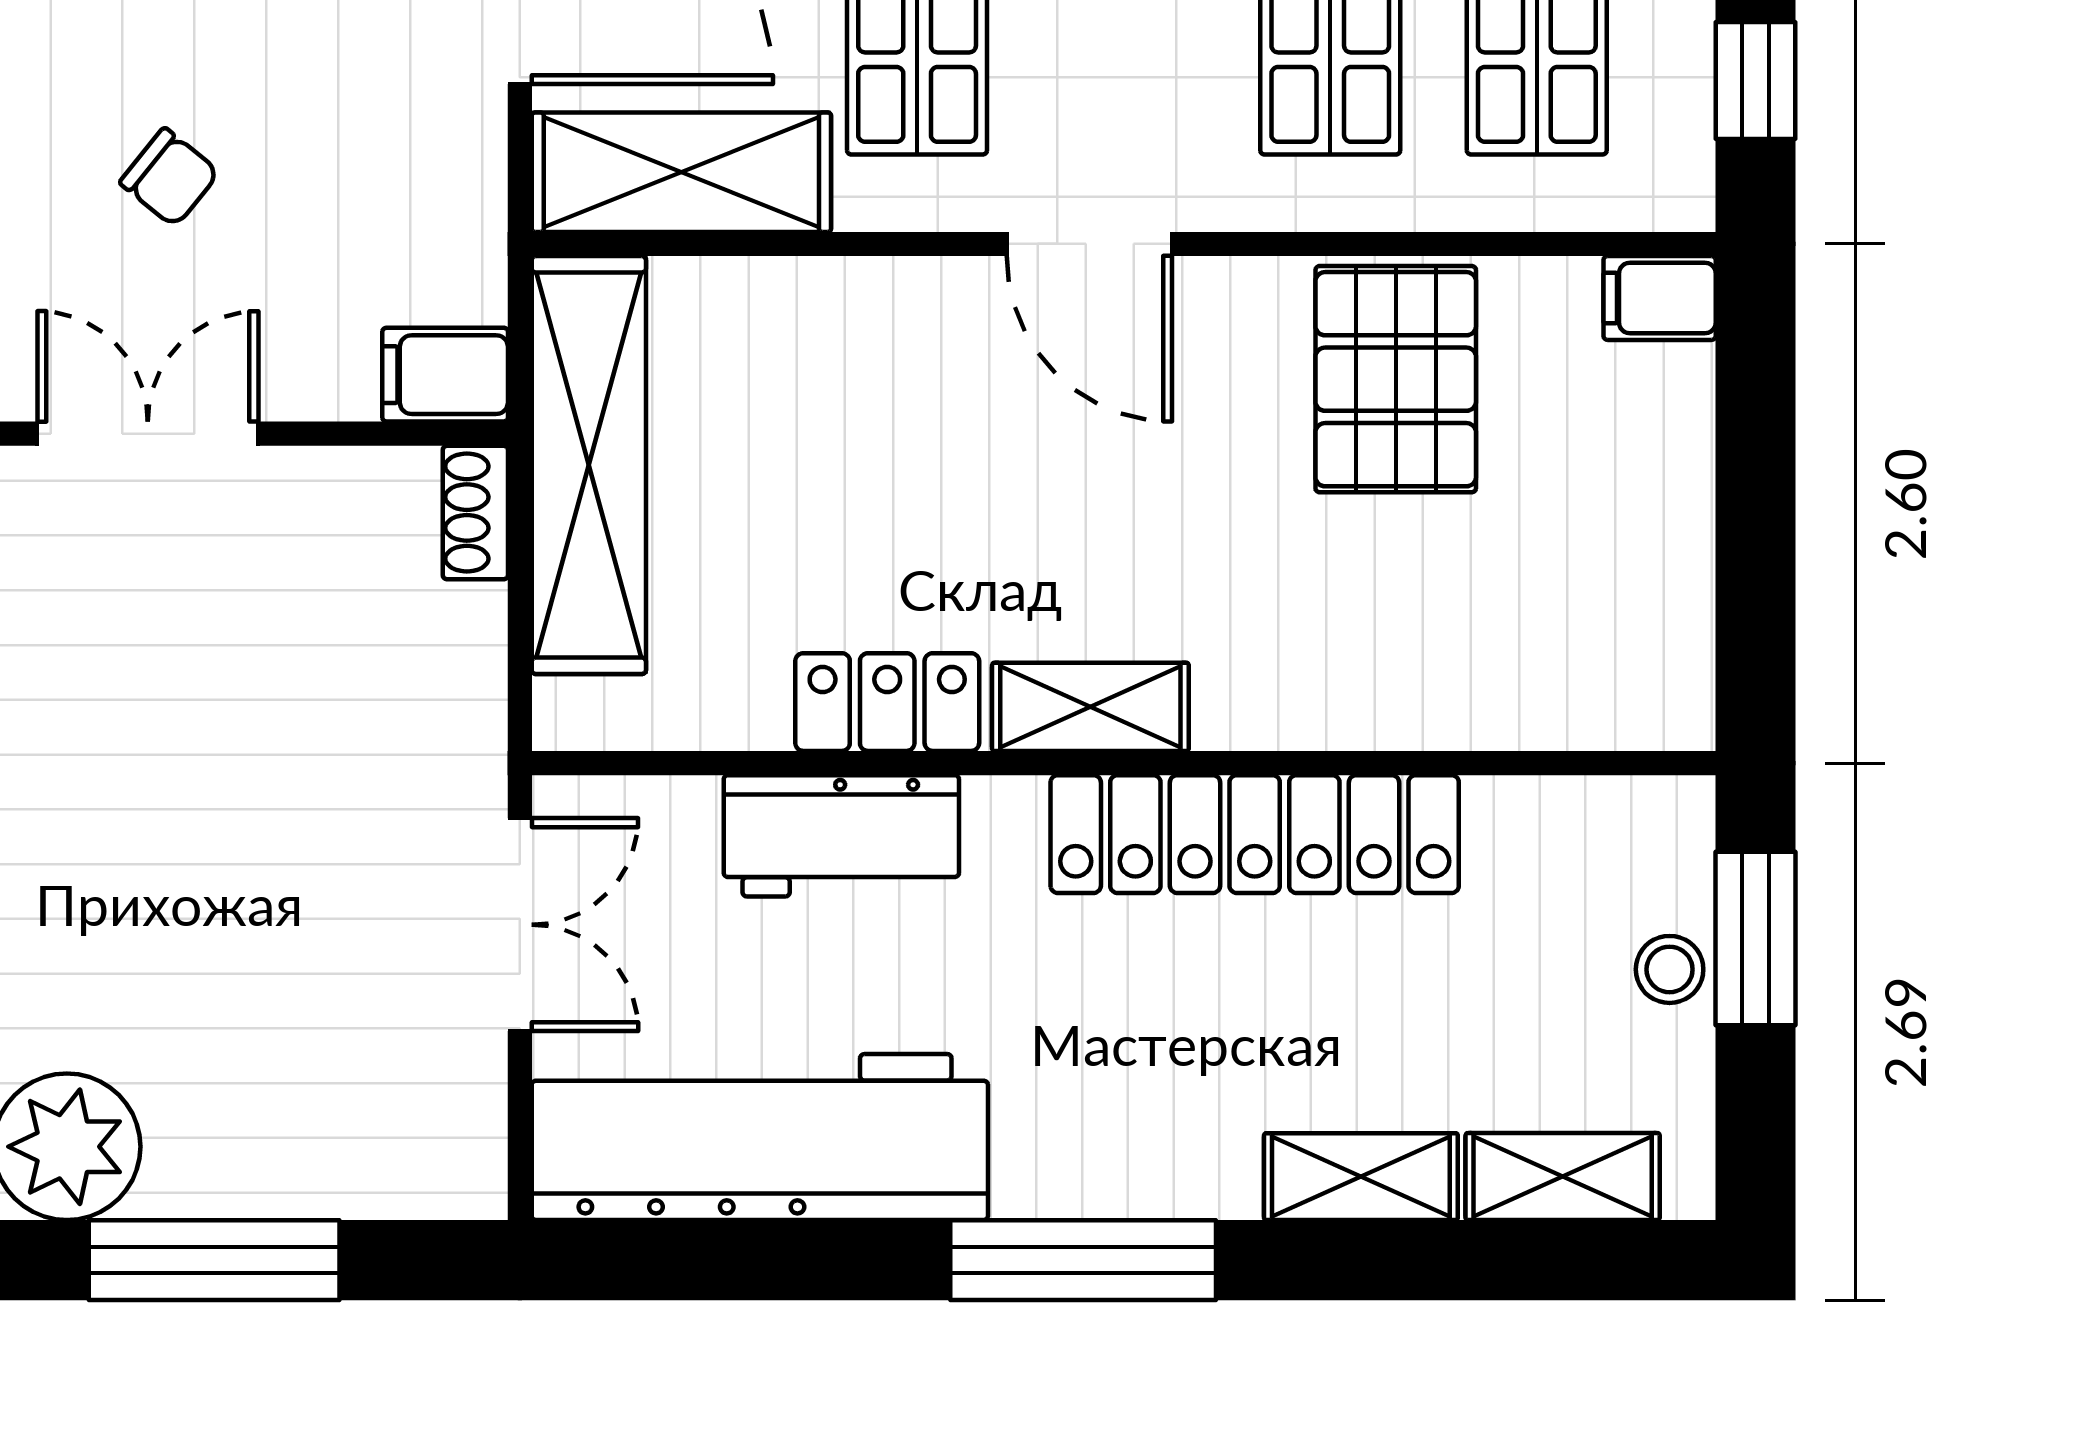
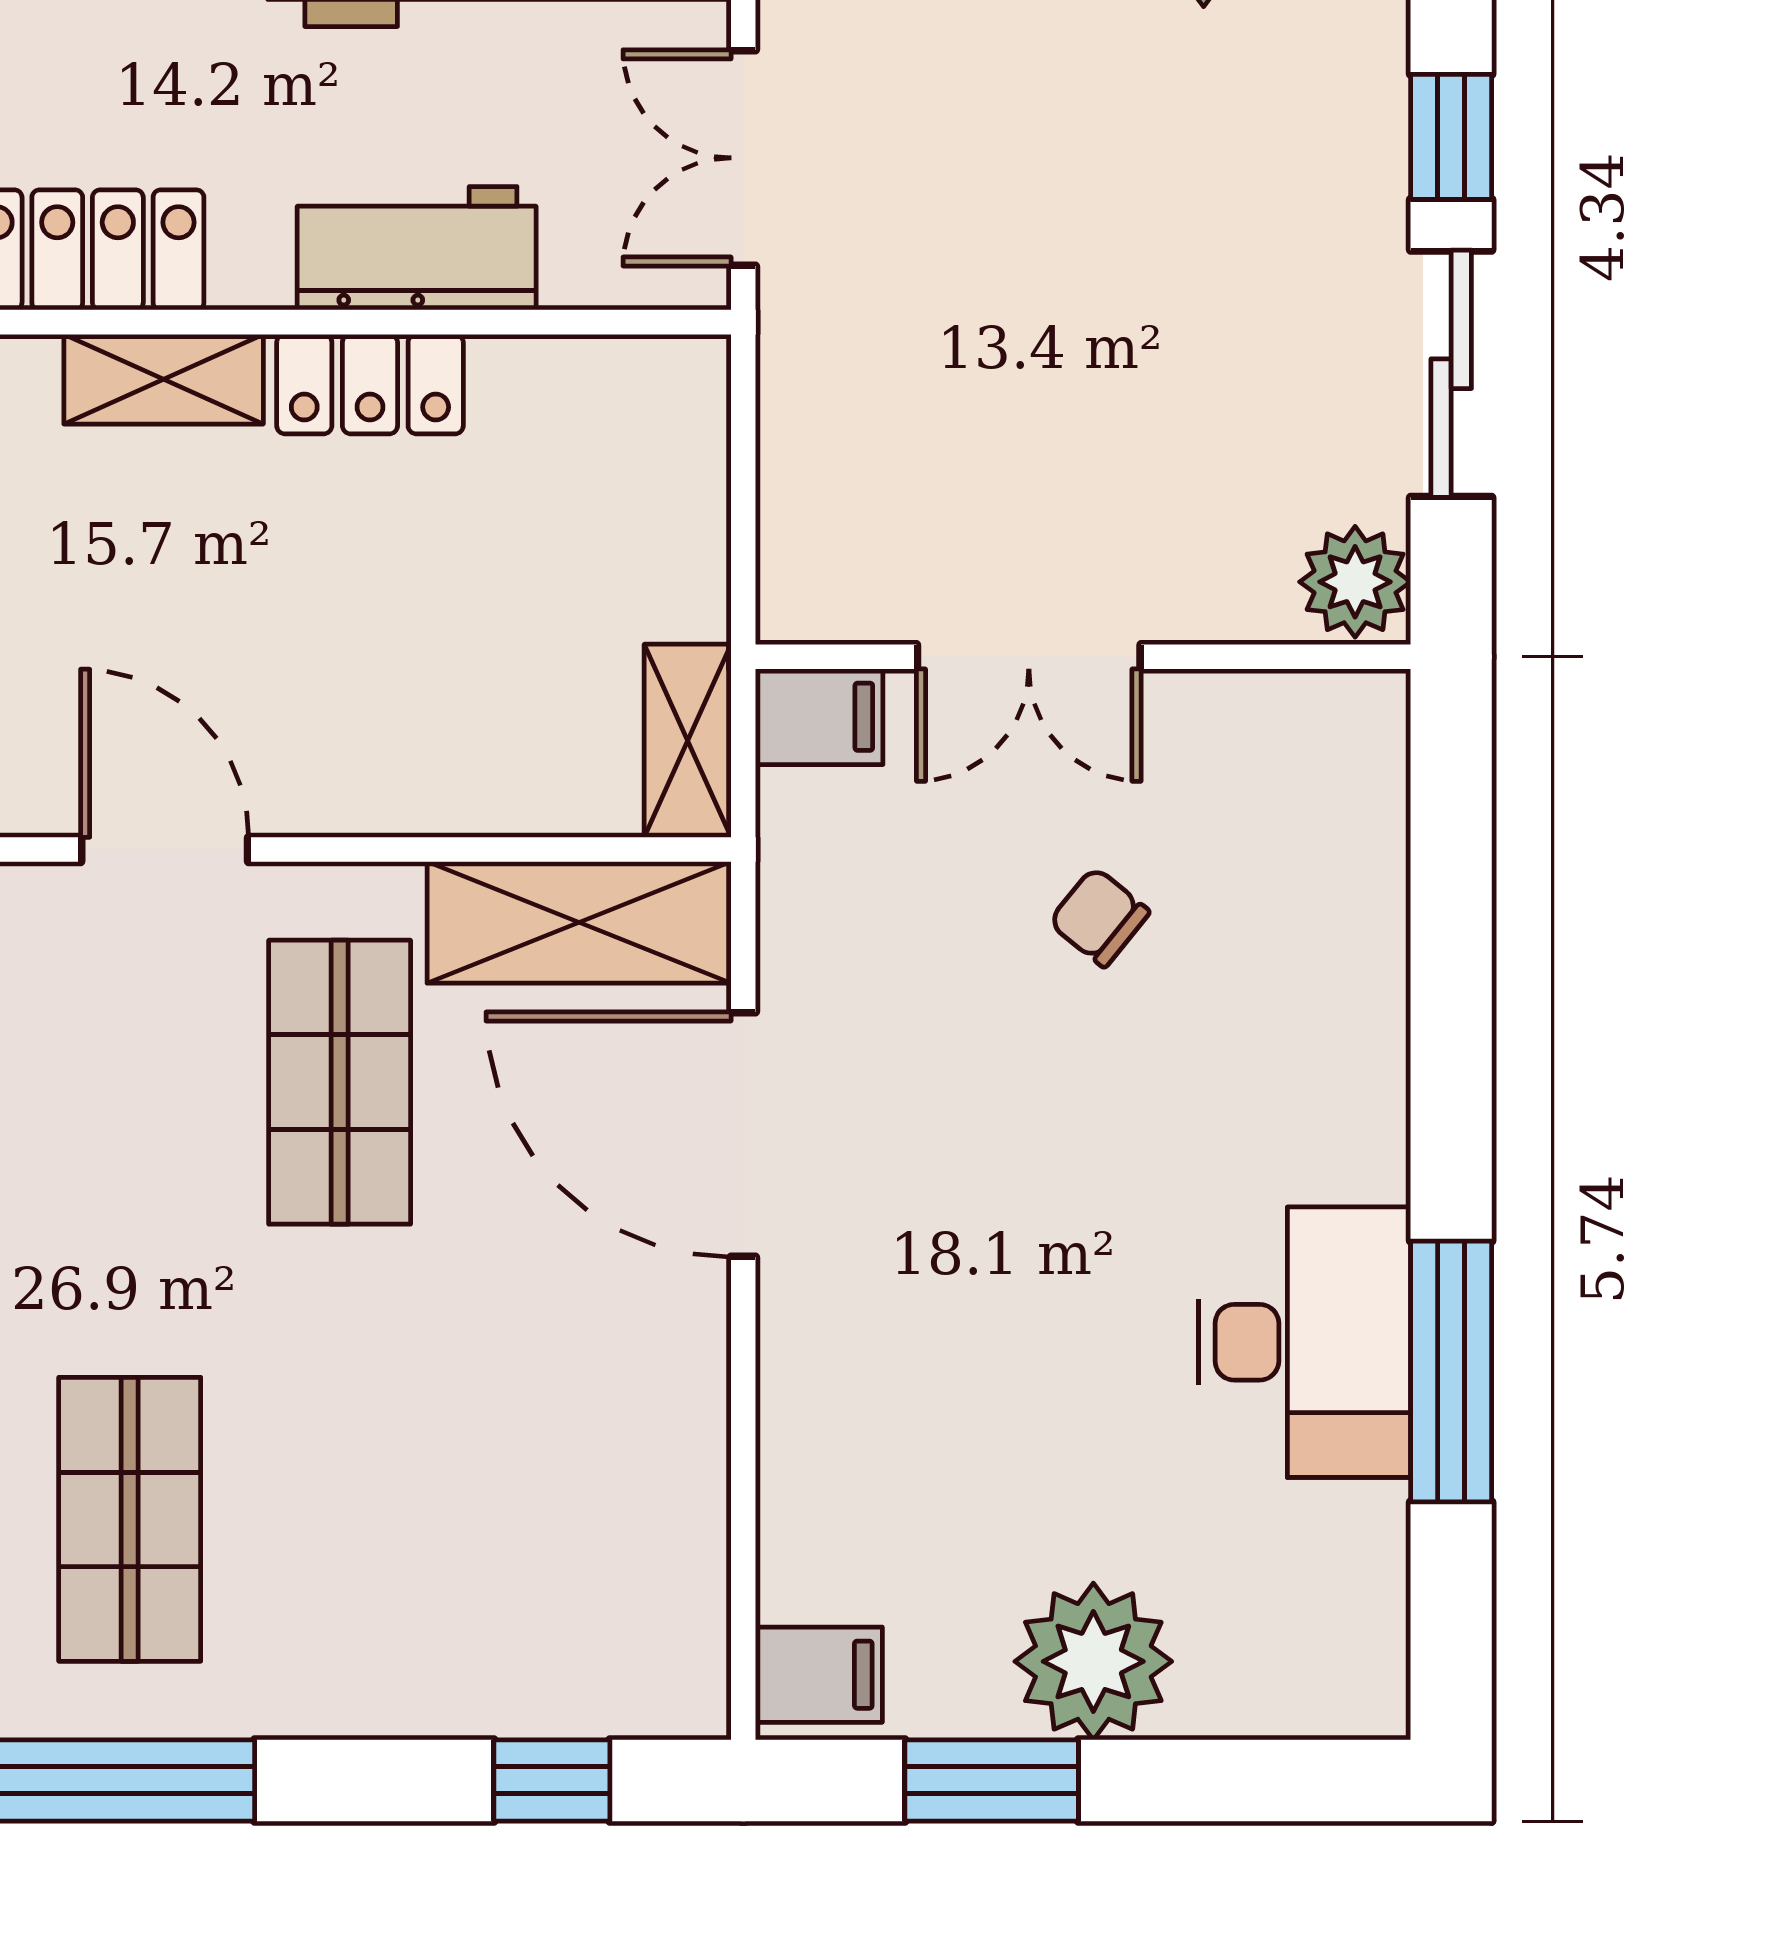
double door: (148, 434) -> (1029, 657), moved
shelving: (589, 465) -> (688, 741), width x0.45, depth x0.75
shoe rack: (475, 512) -> (788, 577), removed

